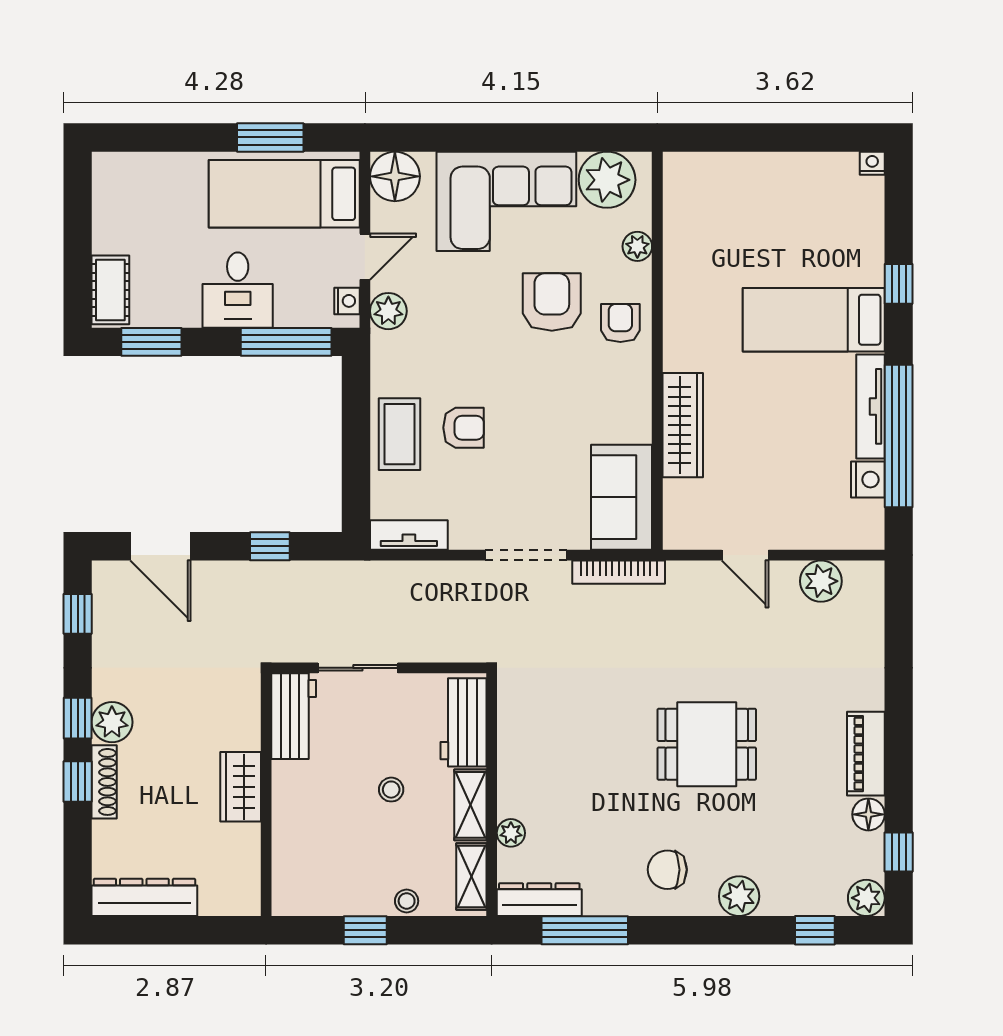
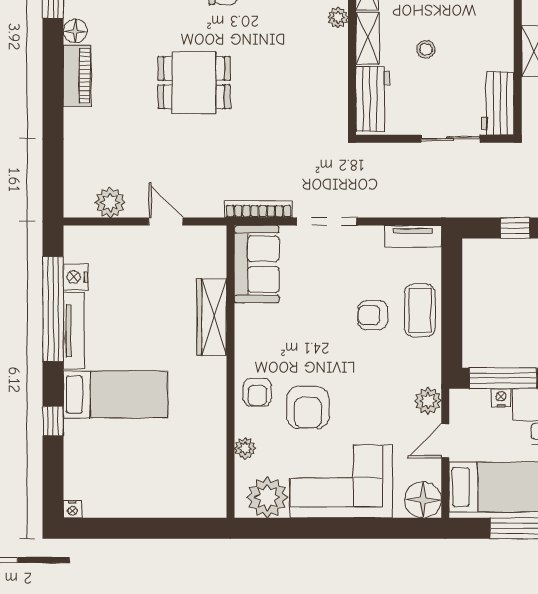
nightstand: (347, 301) -> (501, 398), moved, turned 90

